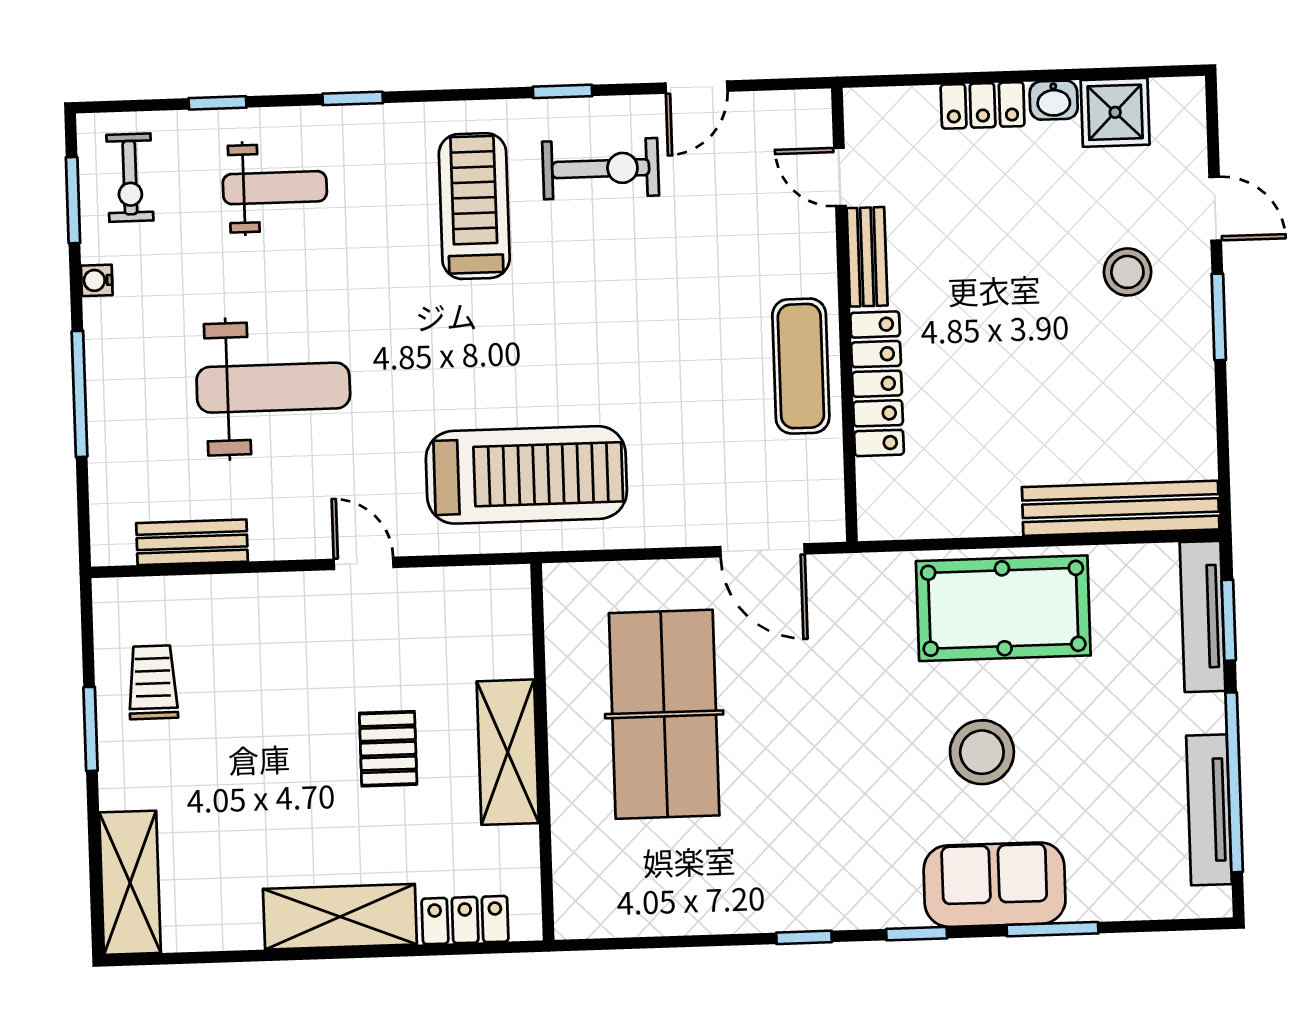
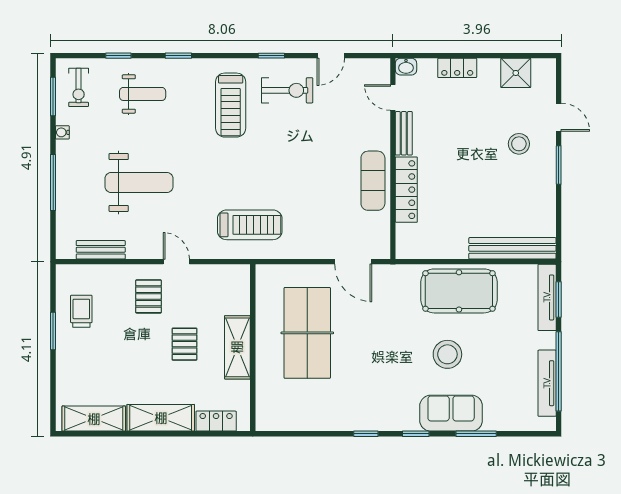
washbasin: (1054, 100) -> (406, 67), moved
treadmill: (474, 206) -> (231, 105), turned 180
treadmill: (526, 475) -> (250, 225), width x0.73, depth x0.73
pallet: (303, 644) -> (149, 296), added
shelving: (130, 883) -> (94, 419), moved, turned 90

